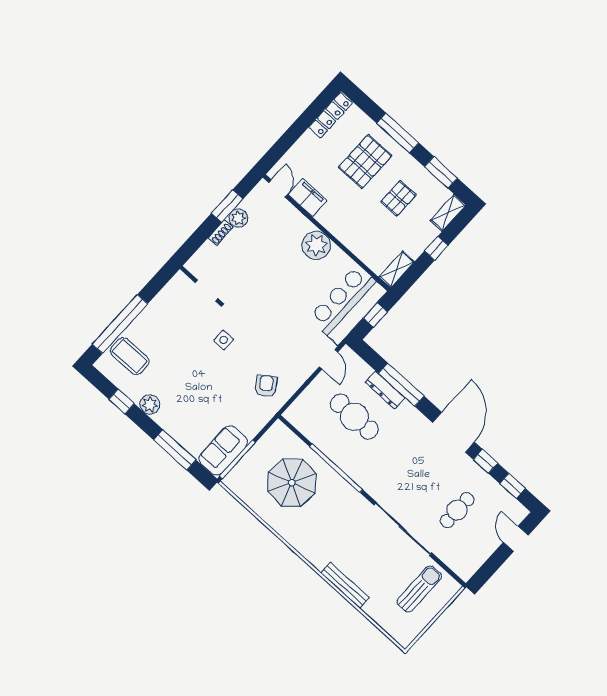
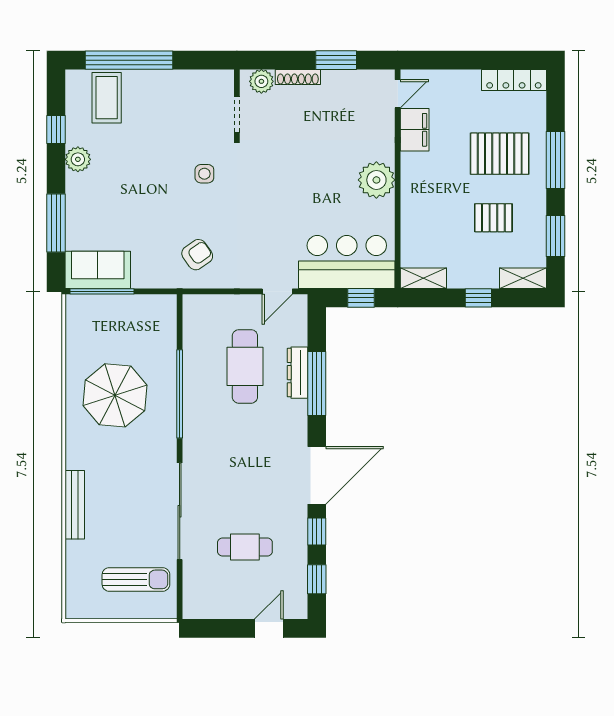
plant: (238, 218) -> (261, 81), moved
shoe rack: (220, 233) -> (298, 77), width x1.43
parasol: (292, 483) -> (115, 395), moved

